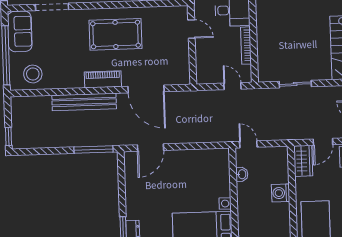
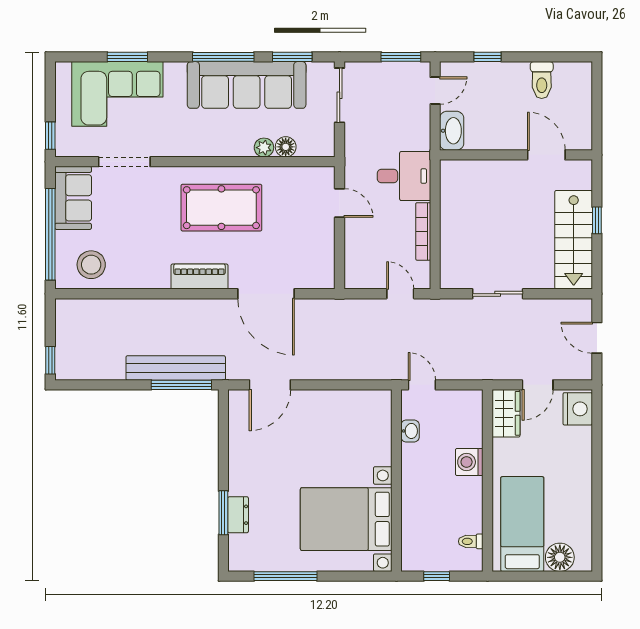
bench: (84, 102) -> (176, 368), moved

